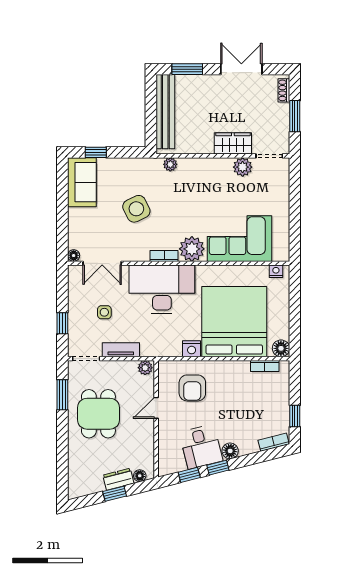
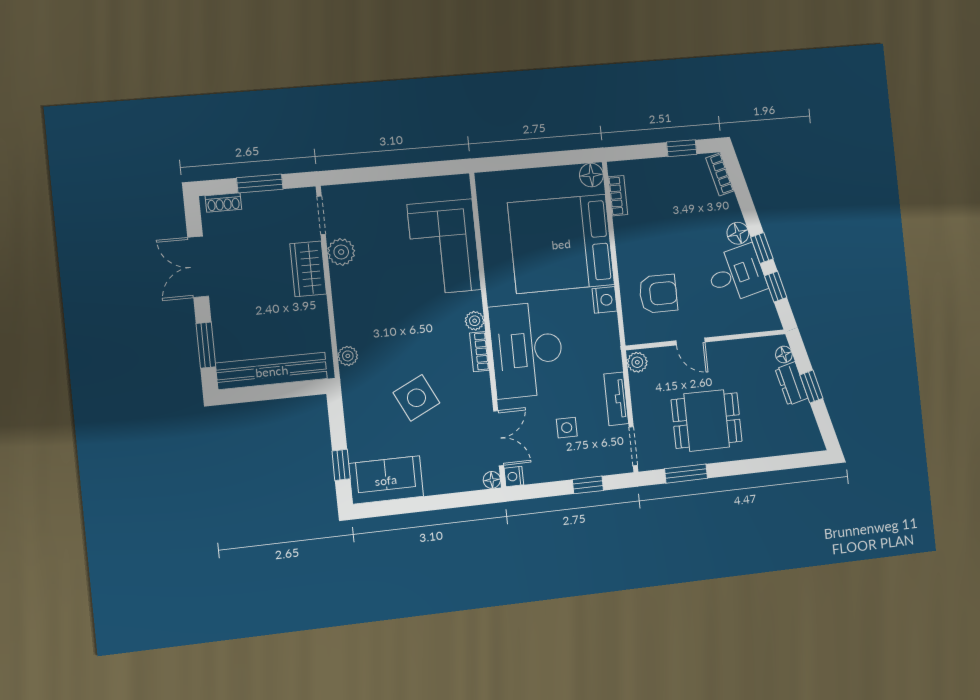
plant: (192, 249) -> (475, 321), width x0.53, depth x0.53
nightstand: (276, 271) -> (514, 476), moved

